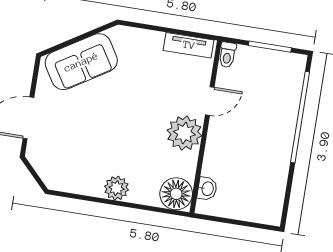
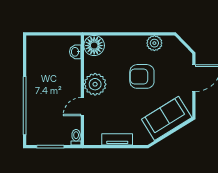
tv unit: (189, 45) -> (117, 139), moved
armchair: (109, 133) -> (142, 76), added
plant: (116, 188) -> (154, 43), moved

